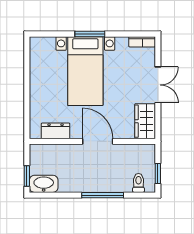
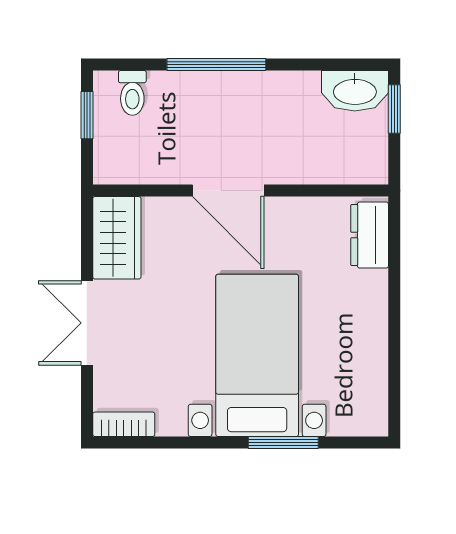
window: (90, 34) -> (283, 443), moved
dresser: (56, 131) -> (370, 235), moved, turned 90

